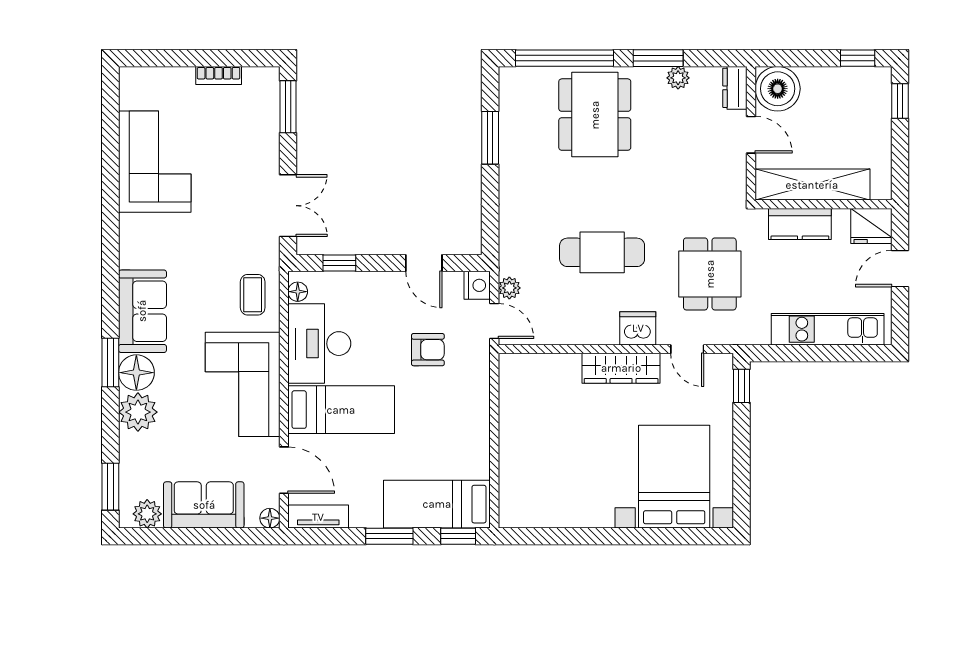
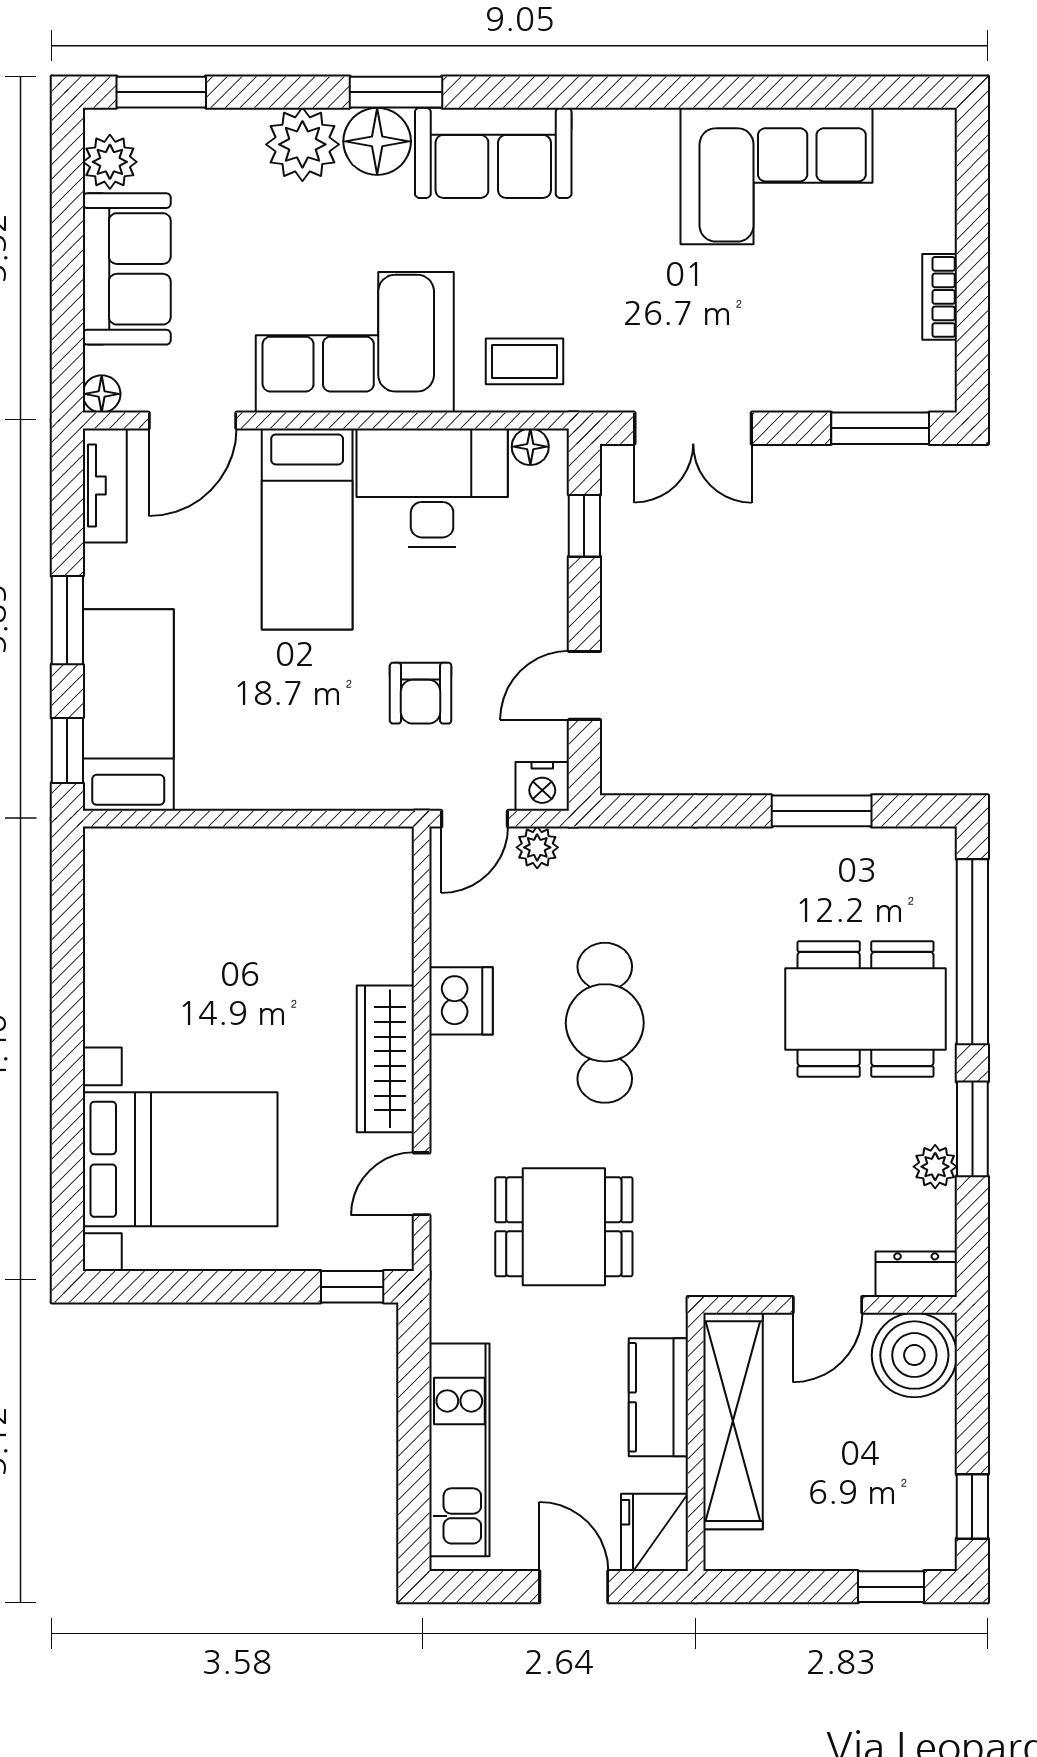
dishwasher: (638, 328) -> (461, 1001), moved

